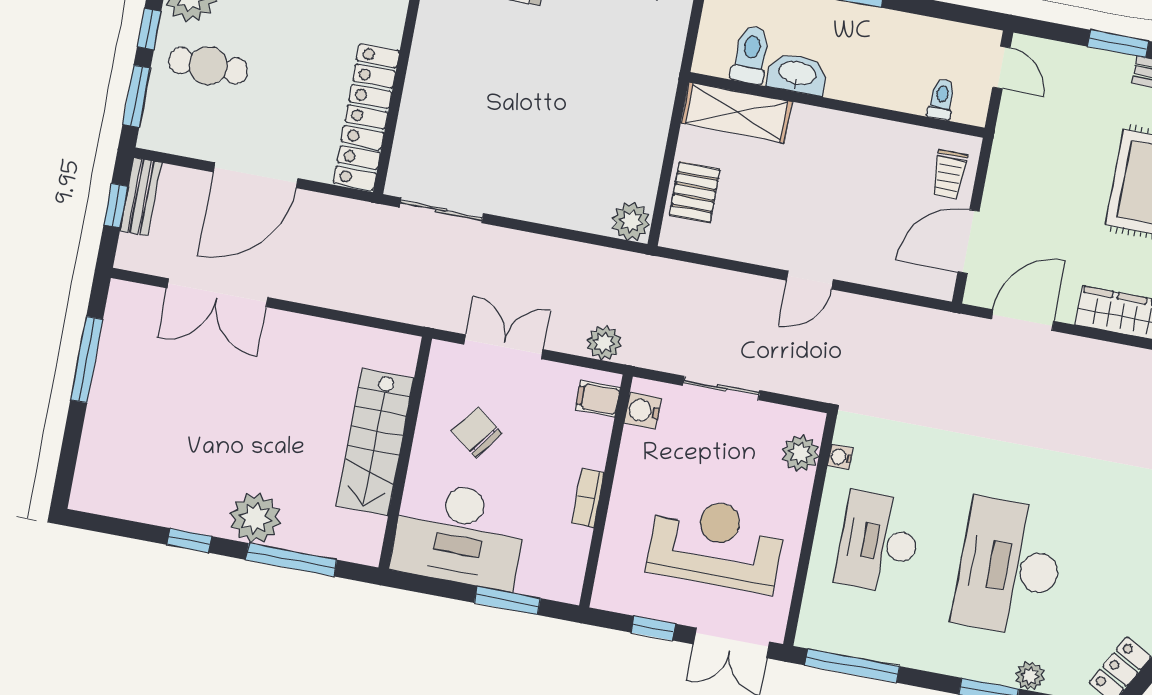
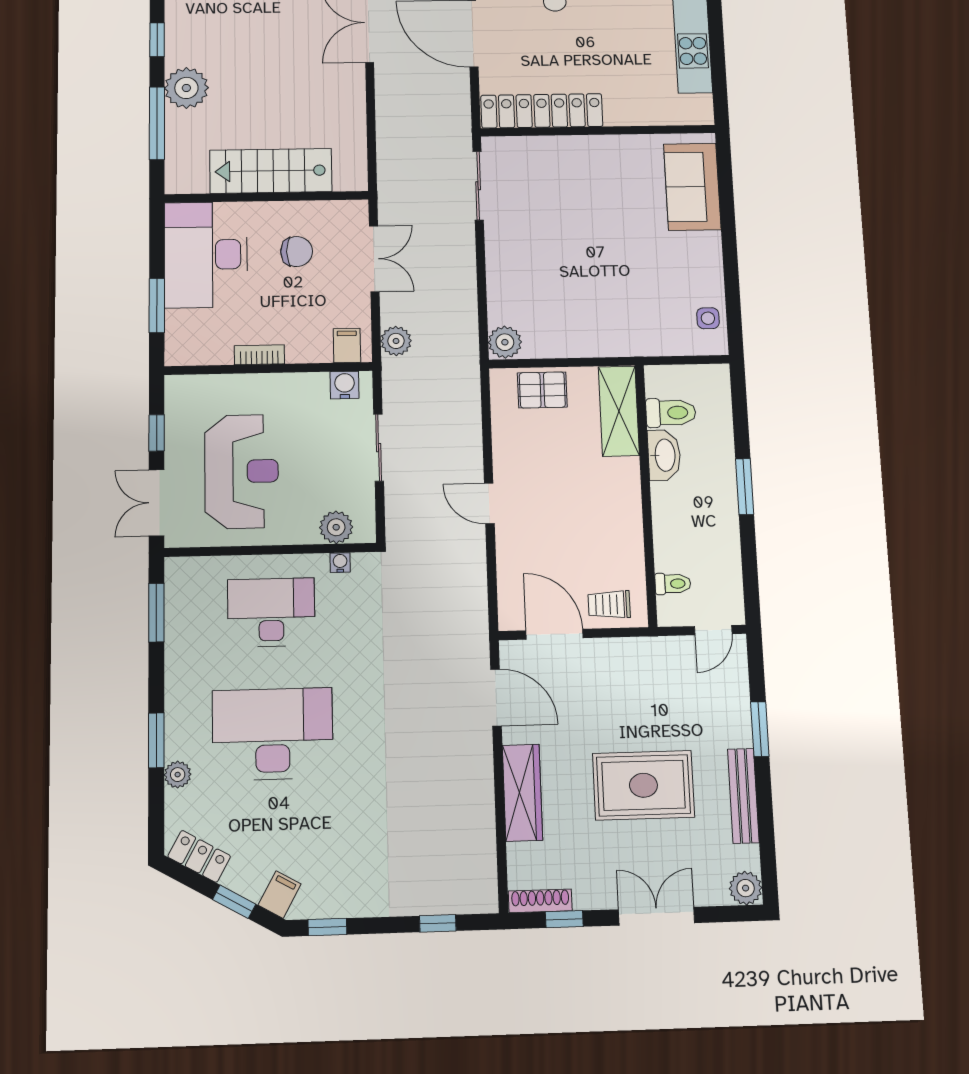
chair: (477, 432) -> (297, 252), turned 53
window: (852, 666) -> (156, 613), width x0.69

